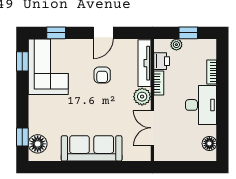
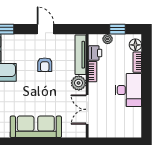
door: (103, 33) -> (45, 29), swing flipped
floor lamp: (209, 143) -> (135, 45), moved

